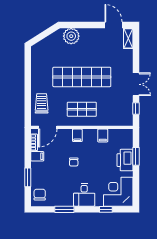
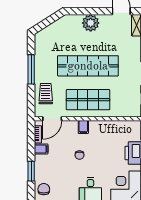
plant: (71, 36) -> (91, 23), moved
window: (28, 80) -> (31, 69), added
shop shelf: (82, 109) -> (88, 100), width x1.43, depth x1.36
filing cabinet: (103, 136) -> (110, 127), removed

